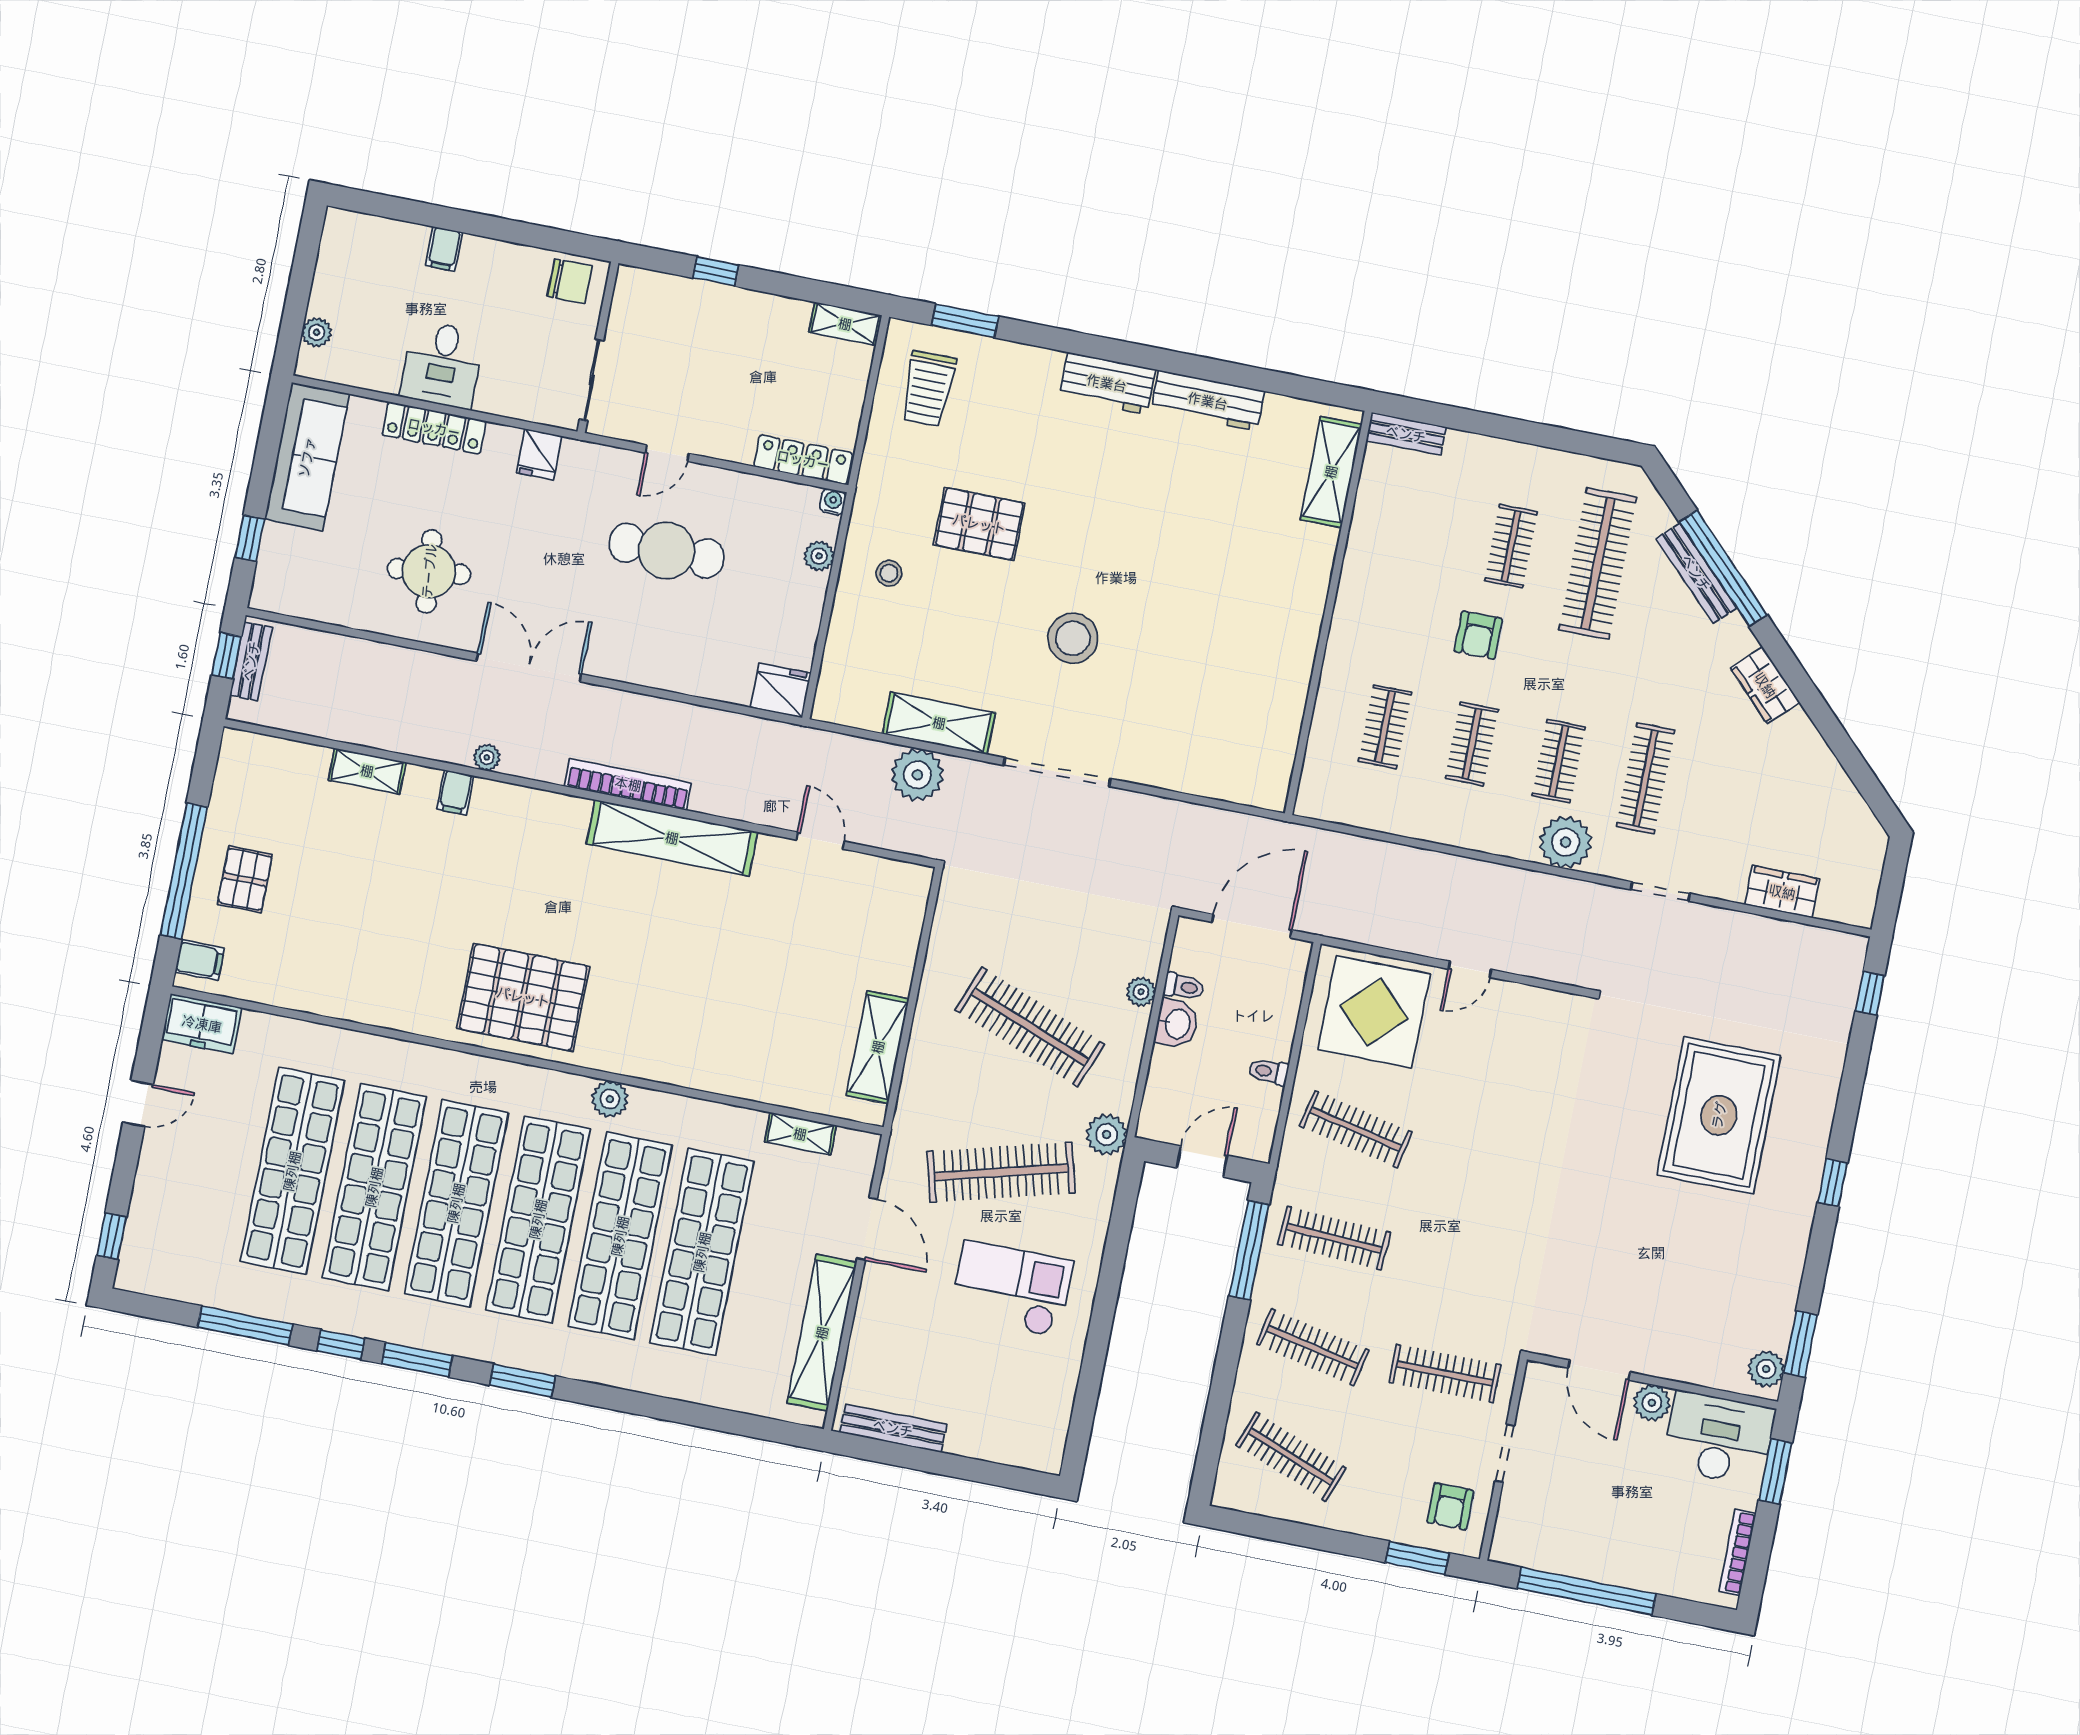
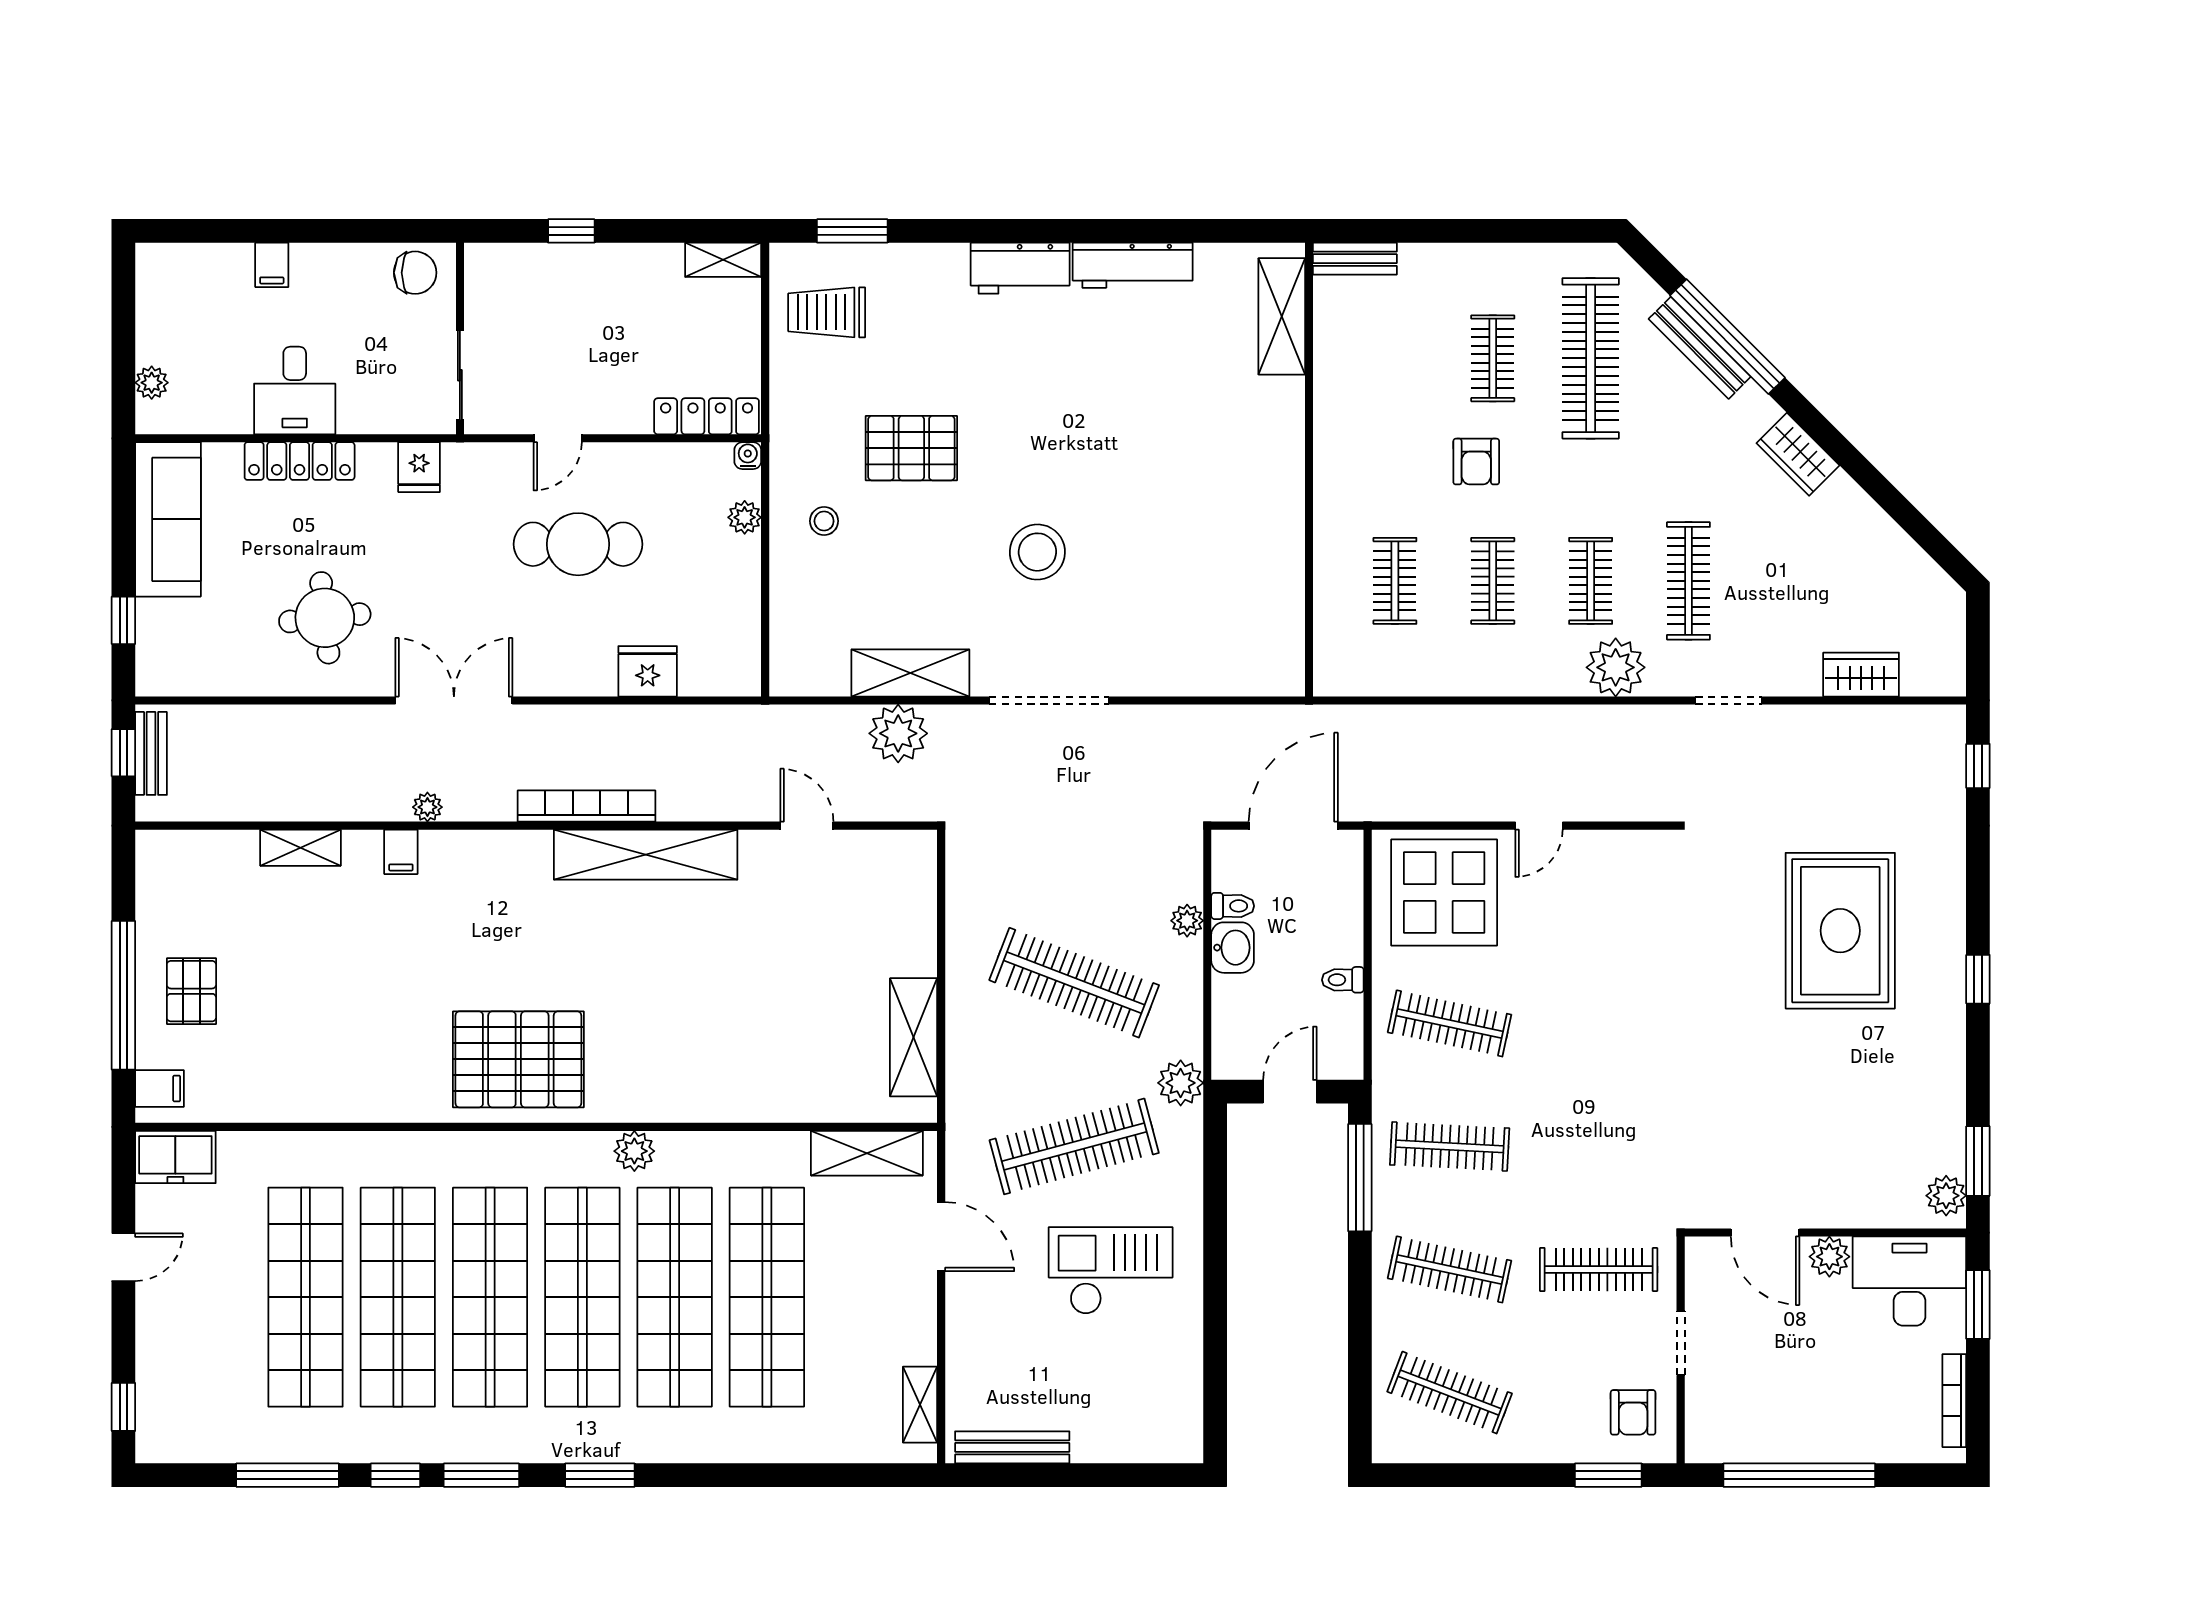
trolley: (928, 389) -> (827, 312), turned 90
fridge: (781, 690) -> (648, 671), moved
shelving: (800, 1134) -> (867, 1153), width x1.50, depth x1.33
shelving: (822, 1333) -> (920, 1405), width x0.45, depth x0.75

